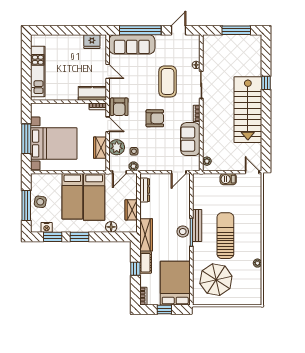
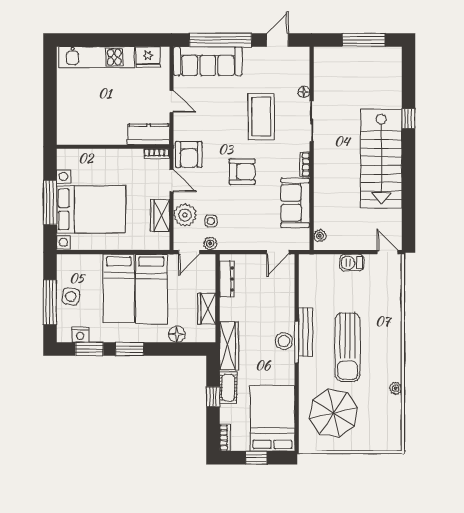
kitchen unit: (38, 71) -> (97, 57), moved, turned 90
sun lounger: (225, 236) -> (348, 347), turned 180

